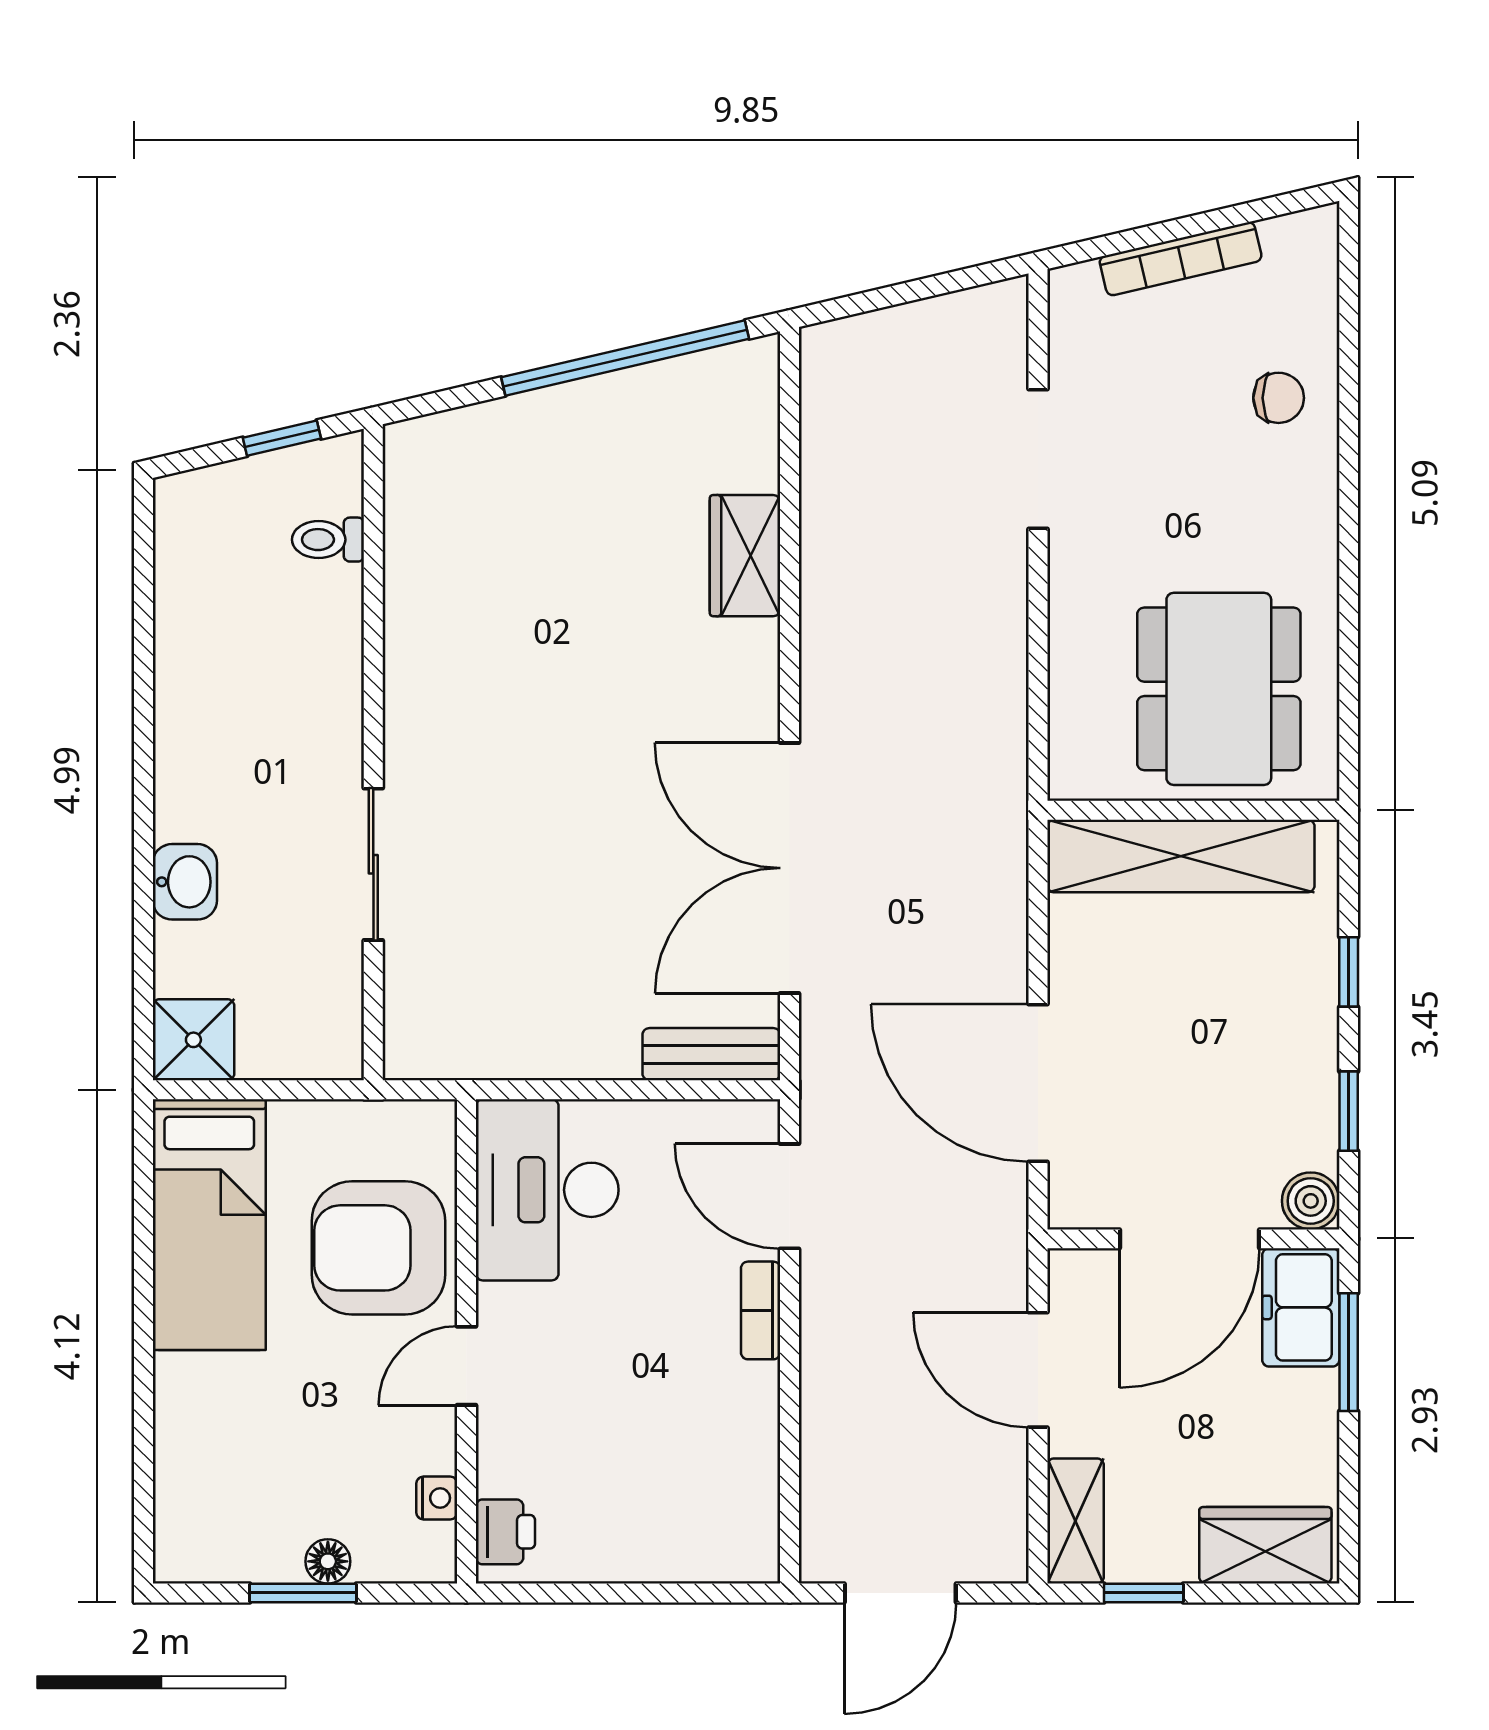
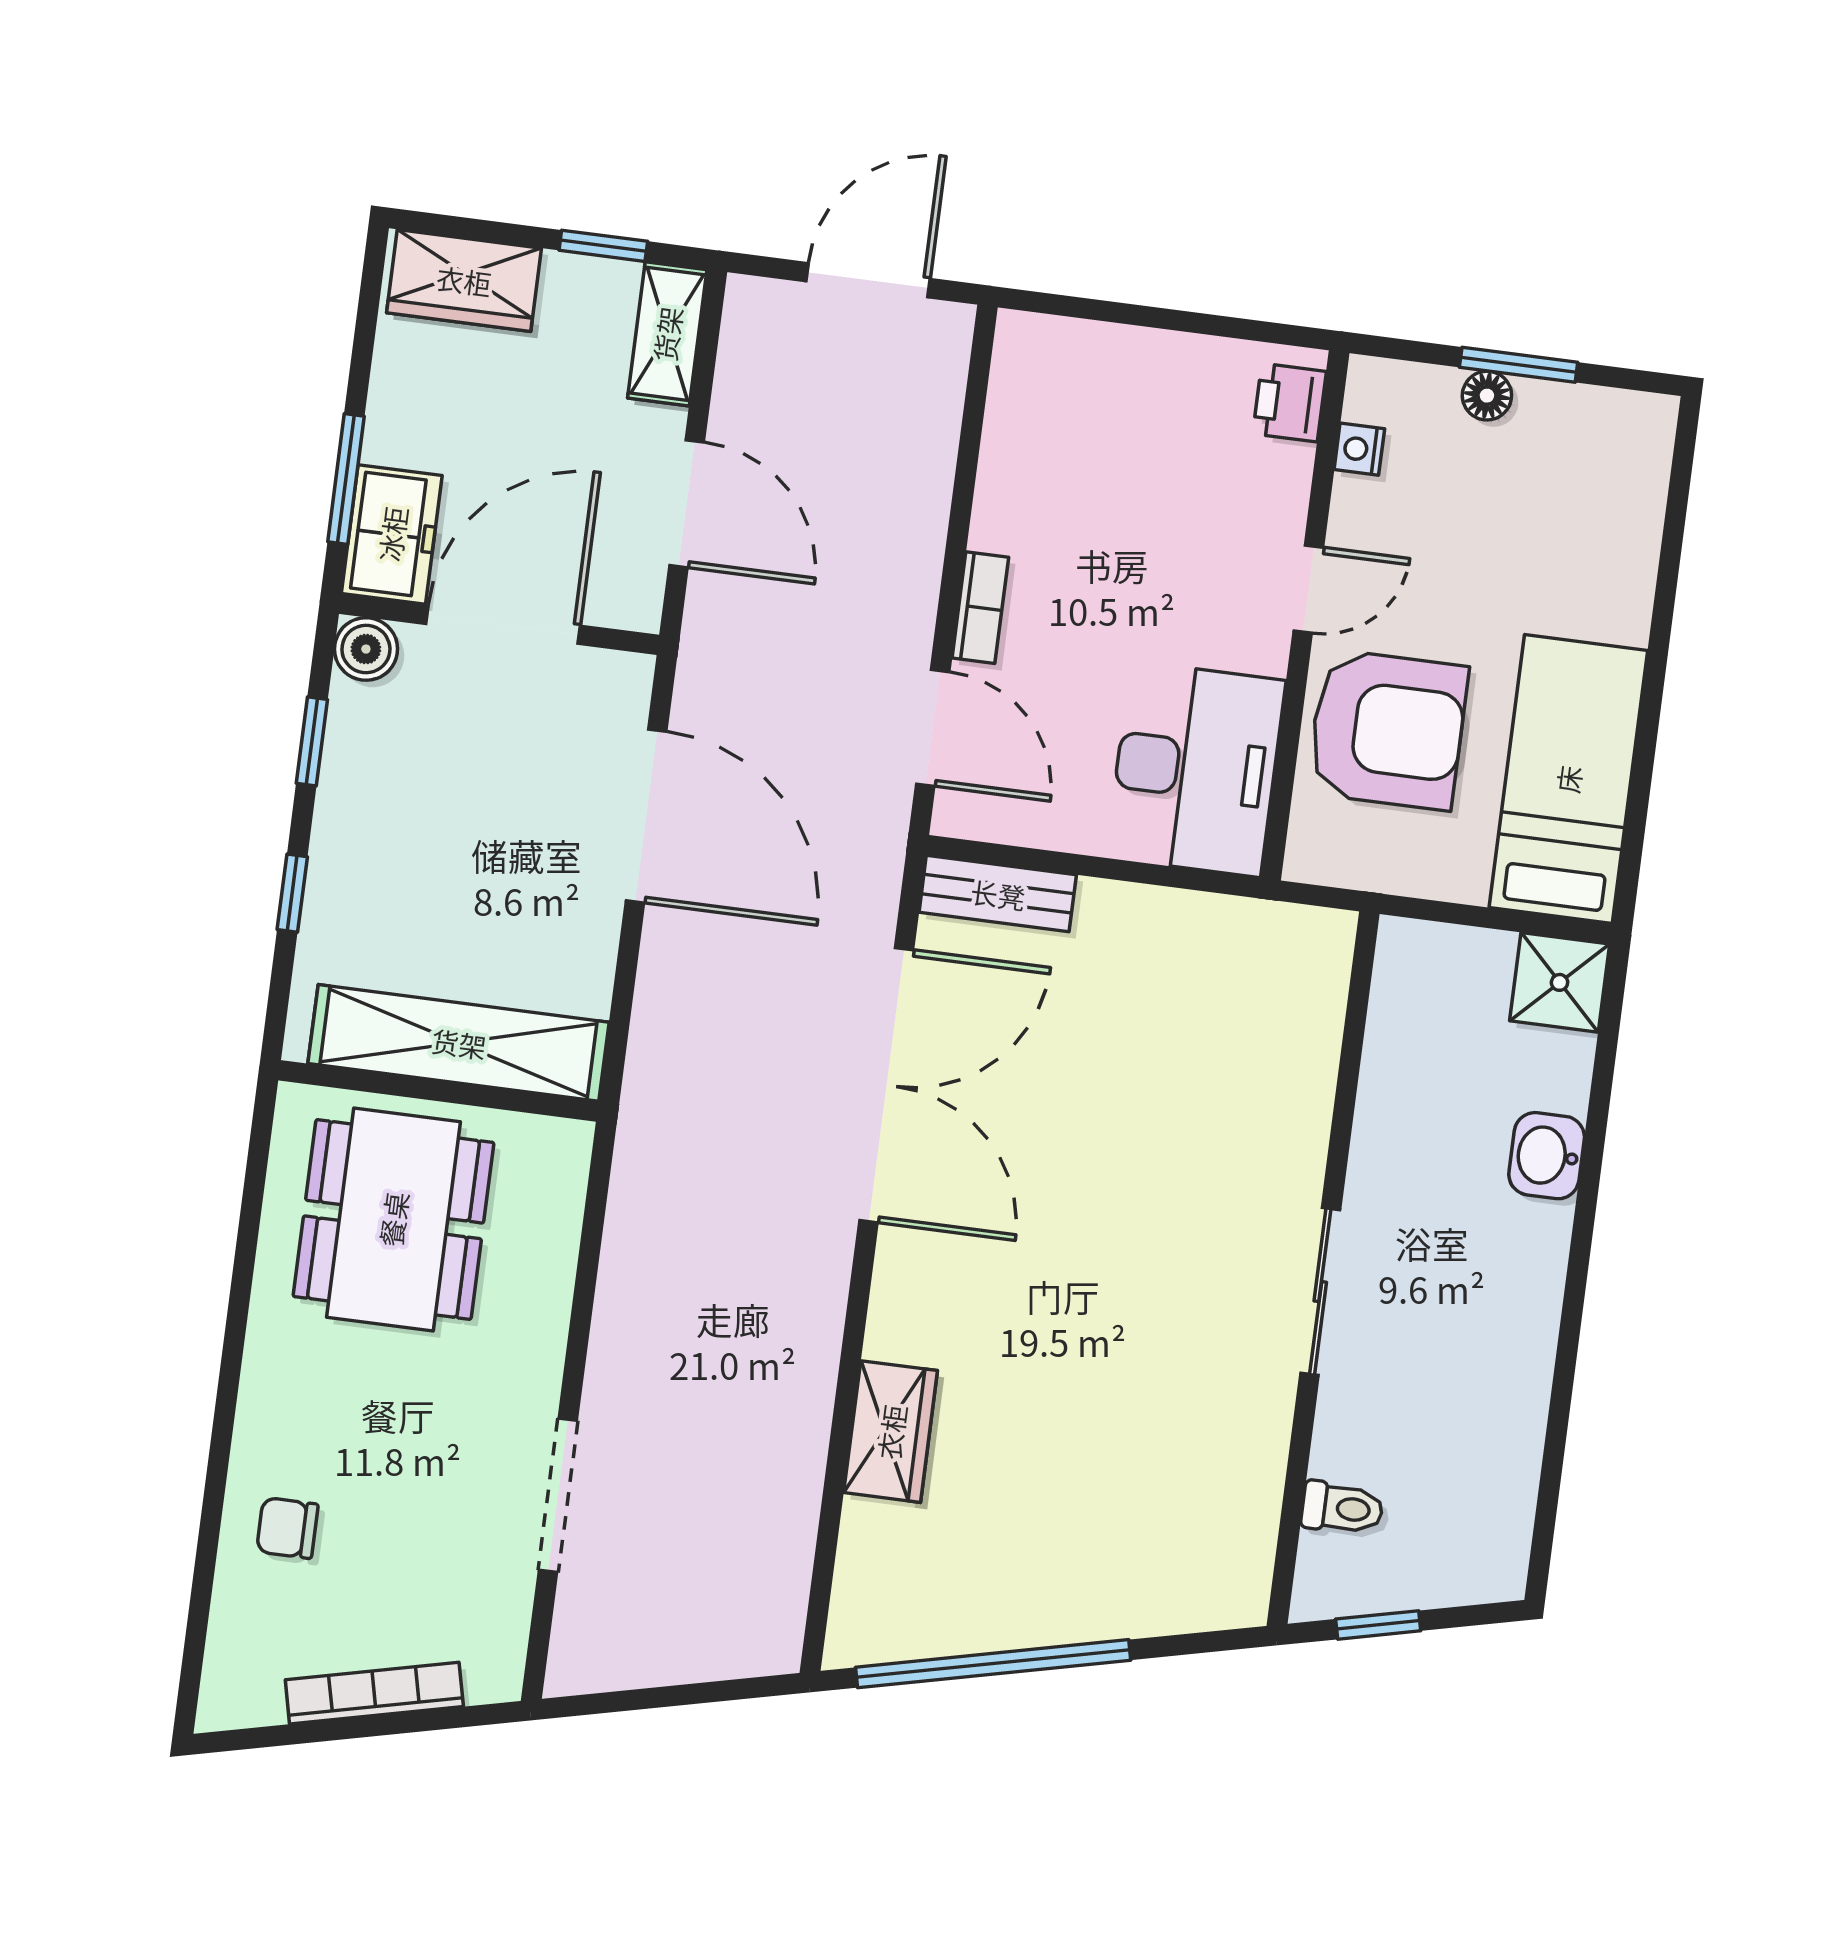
sliding door: (373, 864) -> (1320, 1292), moved

